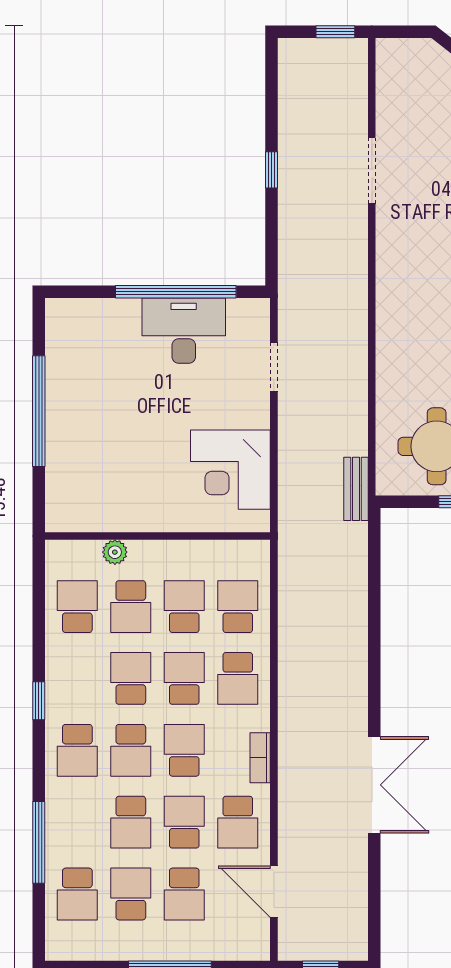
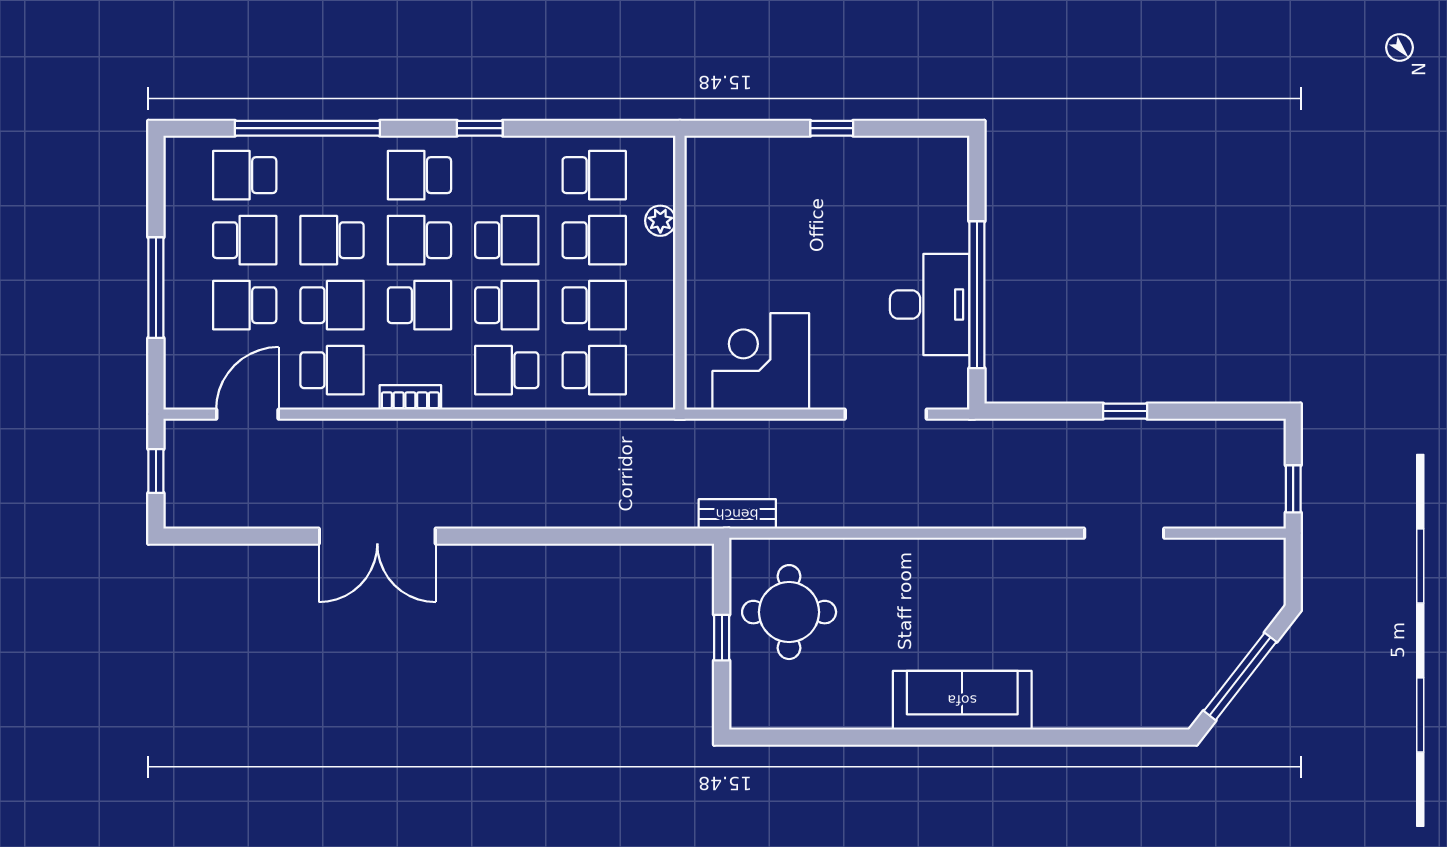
doorway: (274, 367) -> (886, 414), width x1.38
window: (39, 411) -> (832, 128), width x0.32
school desk: (131, 607) -> (594, 240), turned 180
school desk: (238, 822) -> (332, 370), turned 180
window: (39, 842) -> (307, 128), width x1.46

